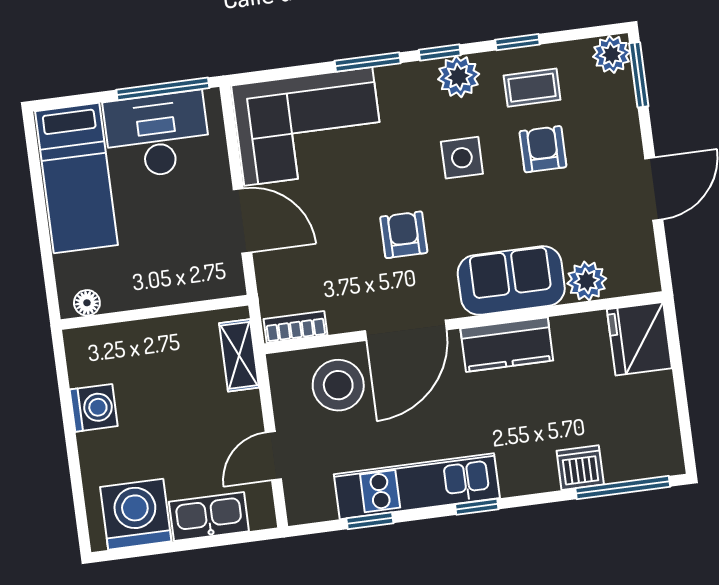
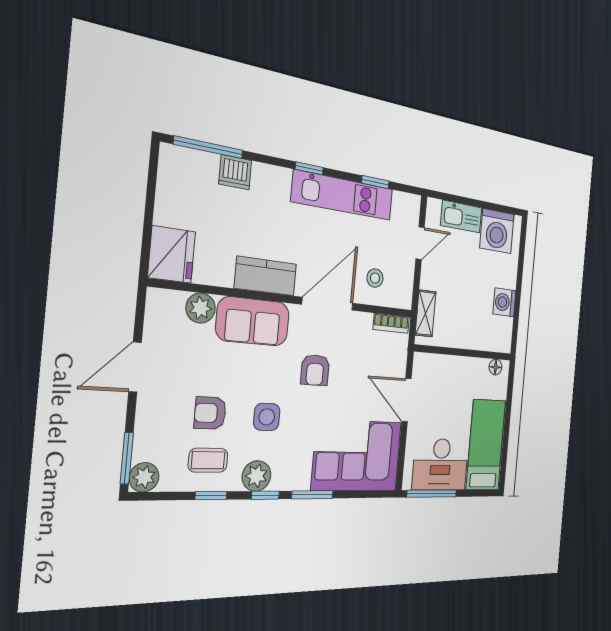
armchair: (543, 149) -> (210, 413), turned 90
stool: (338, 385) -> (375, 278), width x0.53, depth x0.53

